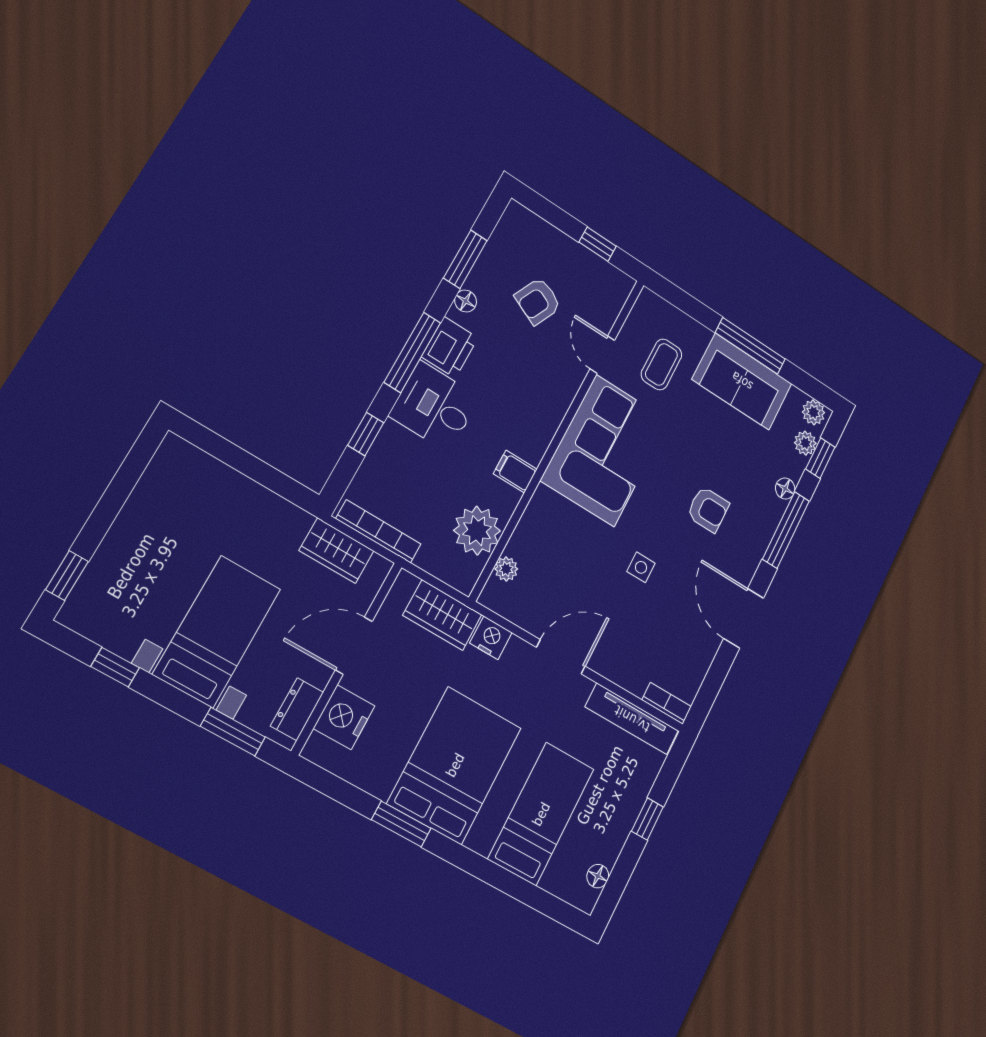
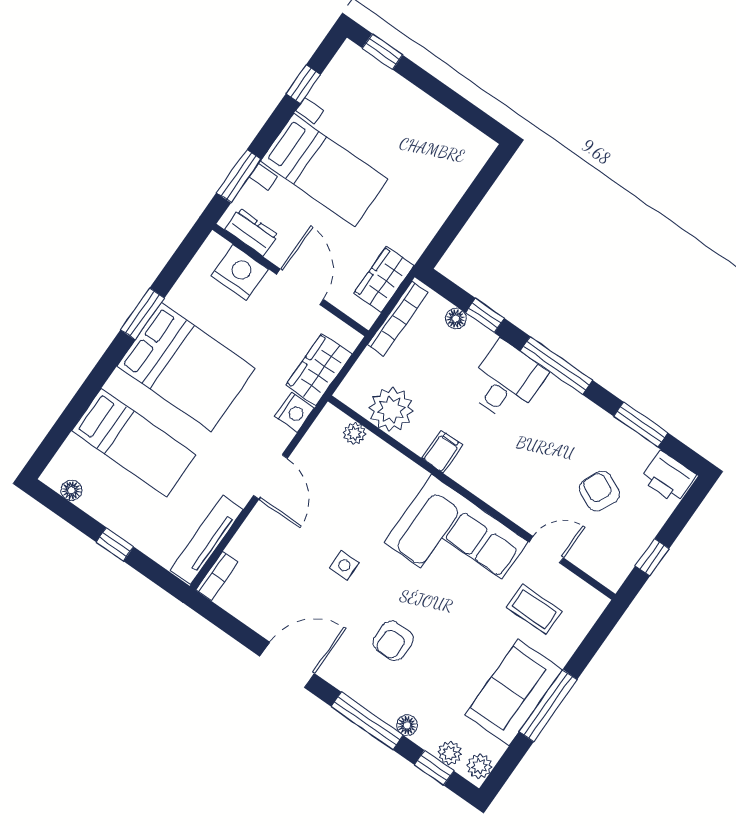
floor lamp: (466, 301) -> (456, 319), moved
printer: (450, 347) -> (668, 477), moved

